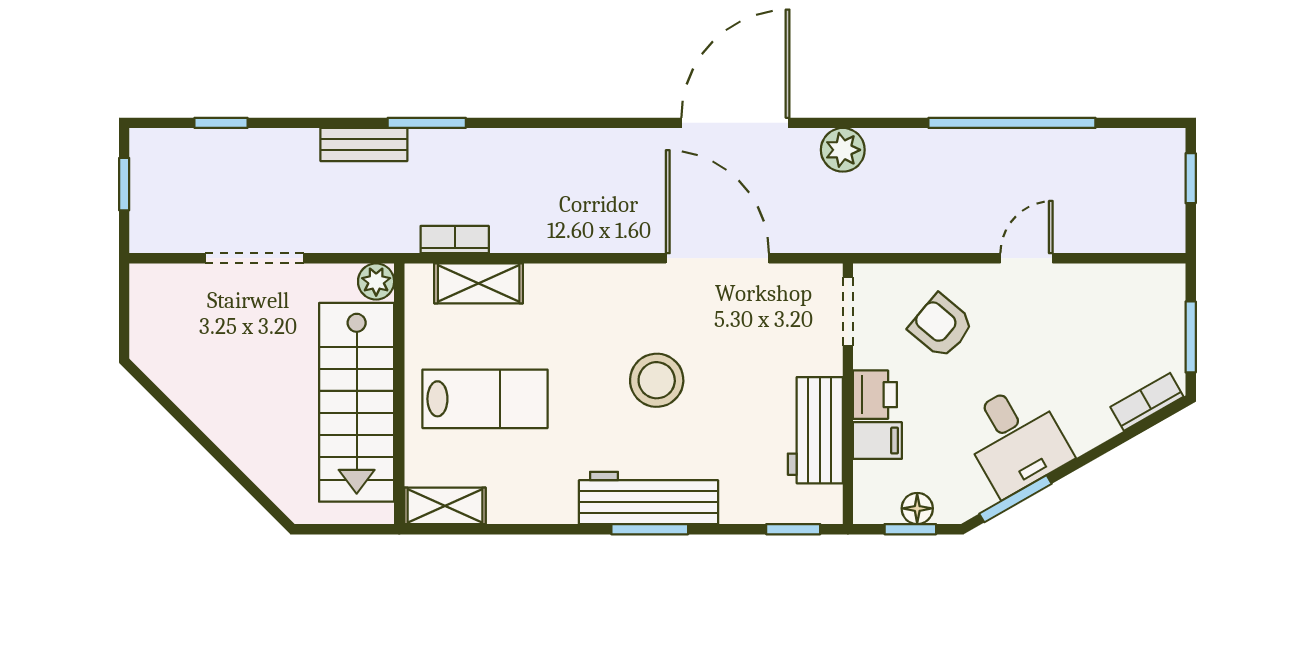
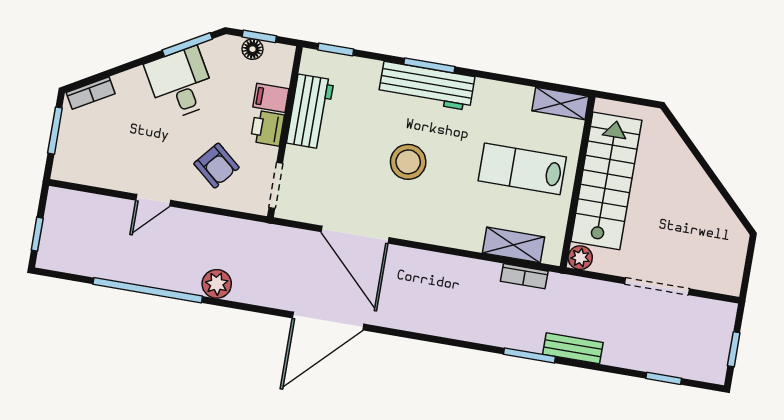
plant: (843, 150) -> (217, 284), moved

